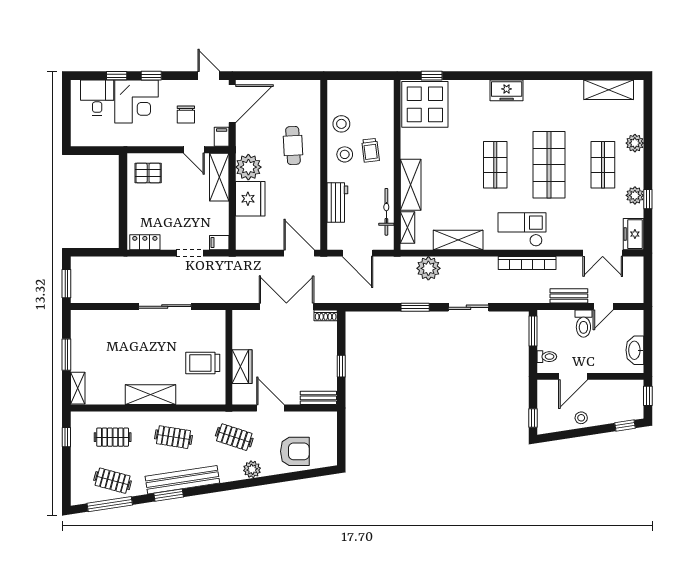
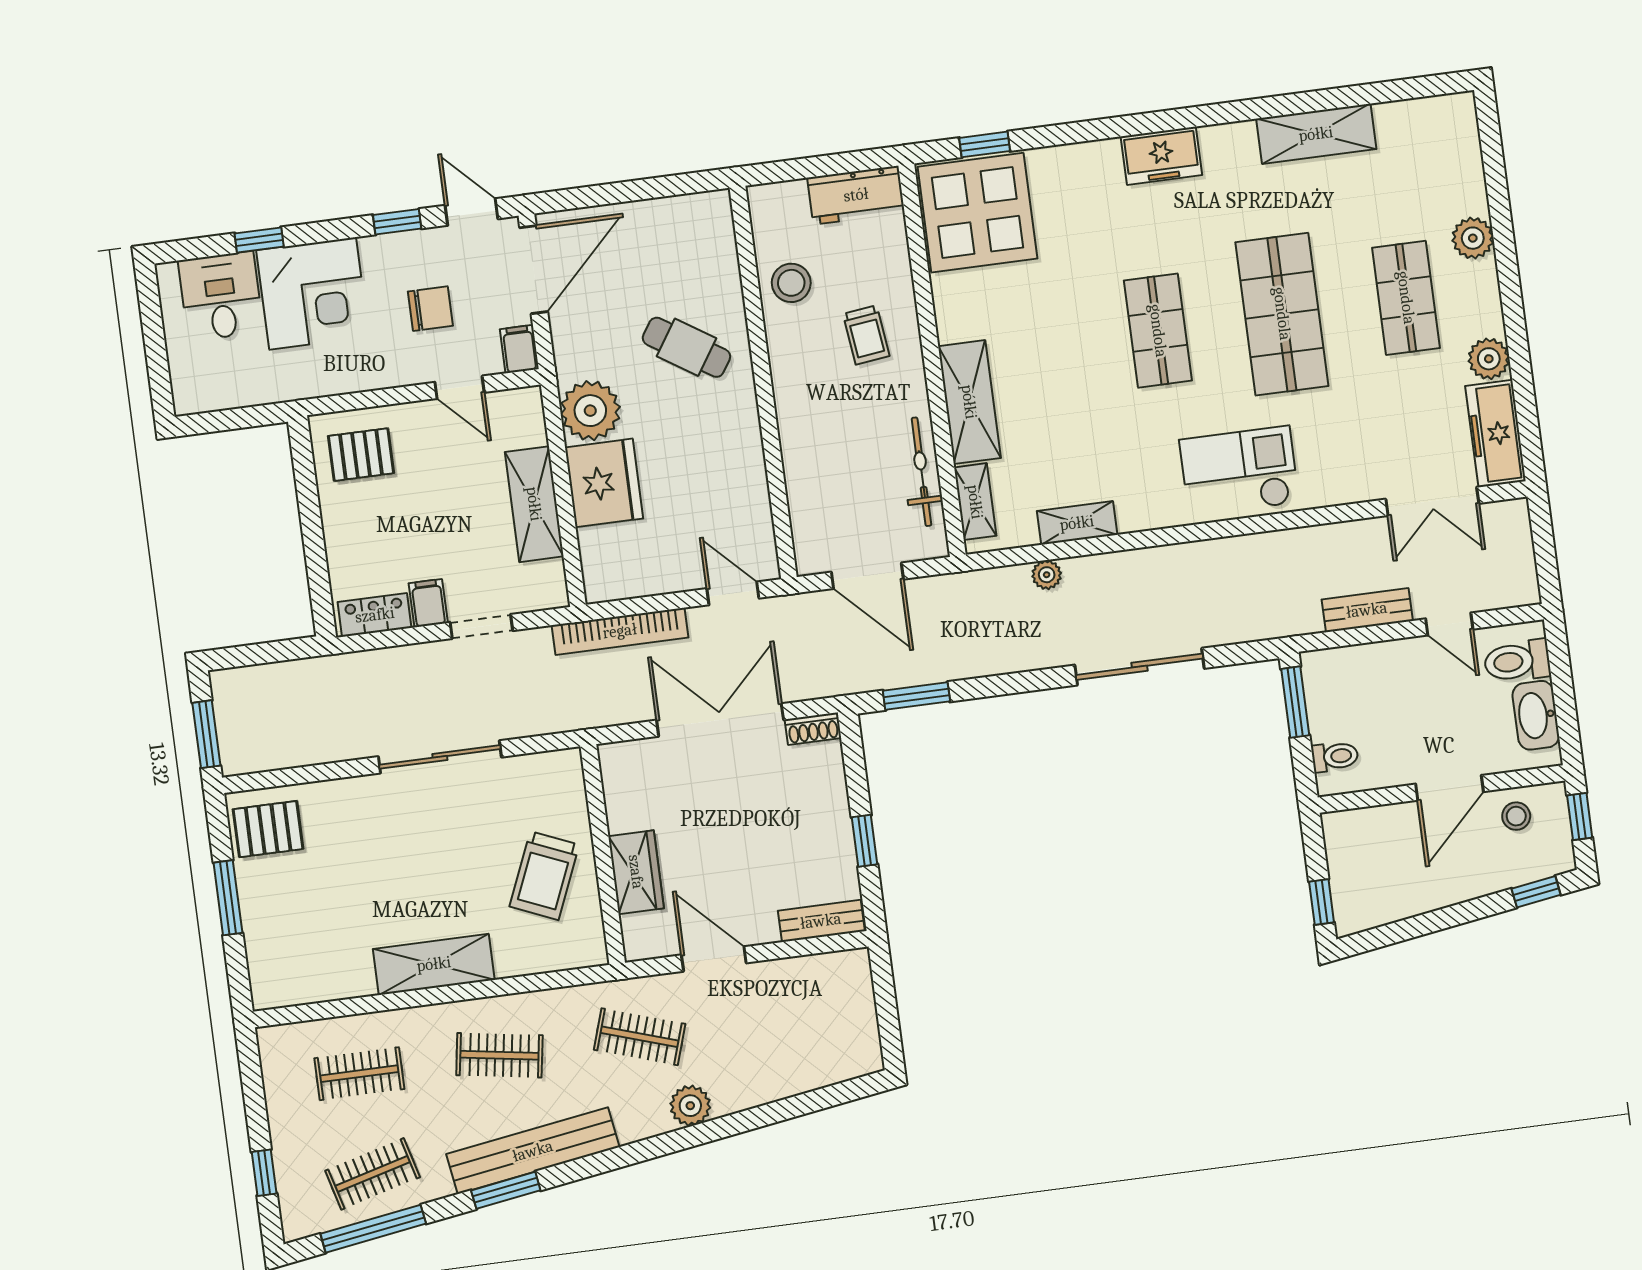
window: (151, 76) -> (397, 222), moved
shelving: (609, 90) -> (1316, 134), moved
chair: (186, 115) -> (430, 309), turned -90
cafe table: (293, 145) -> (686, 347), turned -54
stool: (345, 154) -> (808, 352), removed
shelving: (219, 177) -> (534, 504), moved
window: (648, 199) -> (1520, 363), removed
workbench: (337, 203) -> (856, 195), moved, turned 90
freezer: (634, 234) -> (1495, 434), width x1.40
shelving: (458, 240) -> (1077, 523), width x0.67, depth x0.75
filing cabinet: (219, 243) -> (428, 603), moved, turned 90
door: (299, 253) -> (733, 593), width x0.73
bookcase: (527, 263) -> (620, 631), moved
plant: (428, 268) -> (1047, 575), width x0.53, depth x0.53
door: (603, 306) -> (1449, 624), hinge flipped
window: (415, 307) -> (916, 696), moved
sliding door: (468, 307) -> (1140, 667), width x1.37
toilet: (583, 324) -> (1517, 661), moved, turned 90
pallet: (87, 328) -> (268, 829), added
trolley: (203, 363) -> (544, 876), turned -67
door: (573, 376) -> (1450, 788), moved
shelving: (78, 388) -> (264, 971), removed
stool: (581, 418) -> (1516, 816), moved
window: (66, 437) -> (264, 1173), moved
armchair: (295, 451) -> (783, 1051), removed
clothes rail: (113, 481) -> (373, 1174), turned -30

